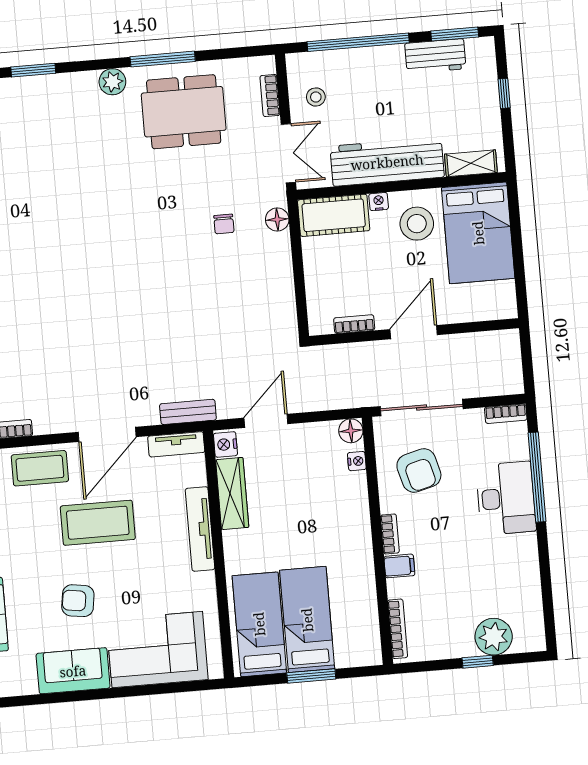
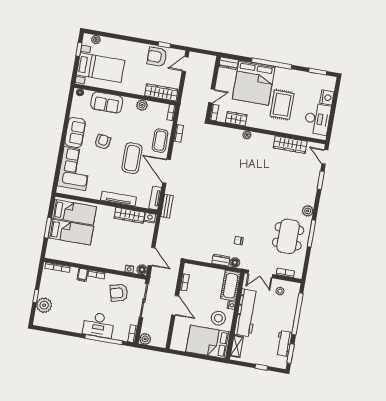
dresser: (280, 254) -> (221, 260), added
plant: (510, 381) -> (145, 339), added
door: (266, 421) -> (152, 257), moved

